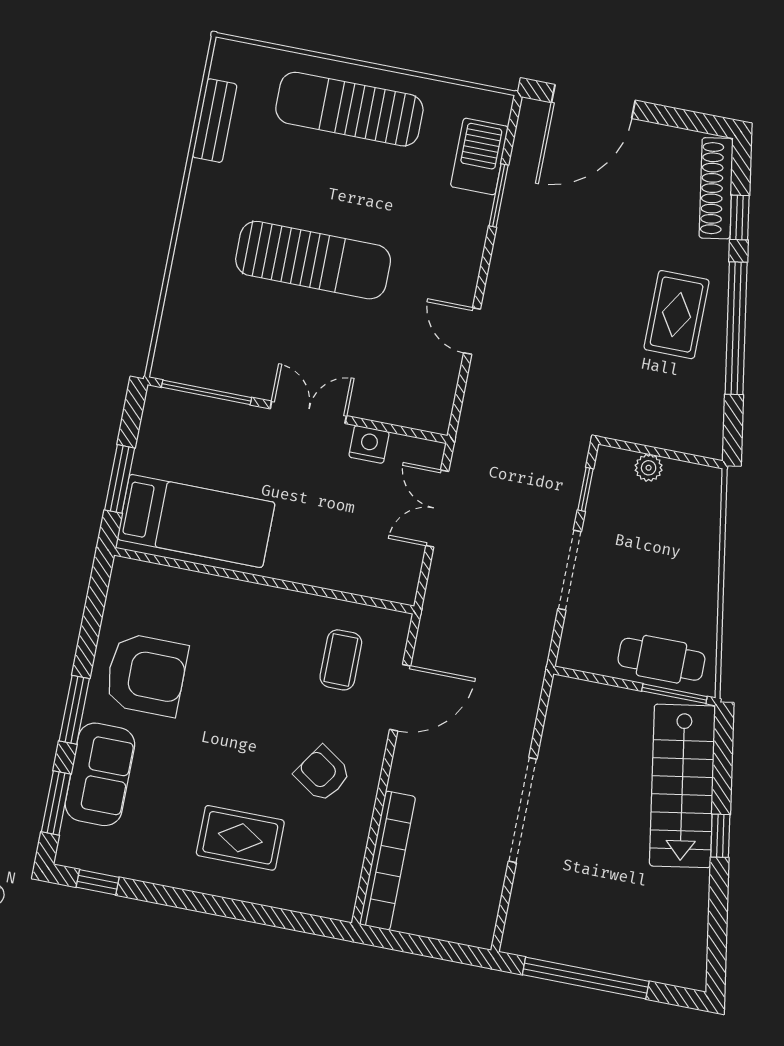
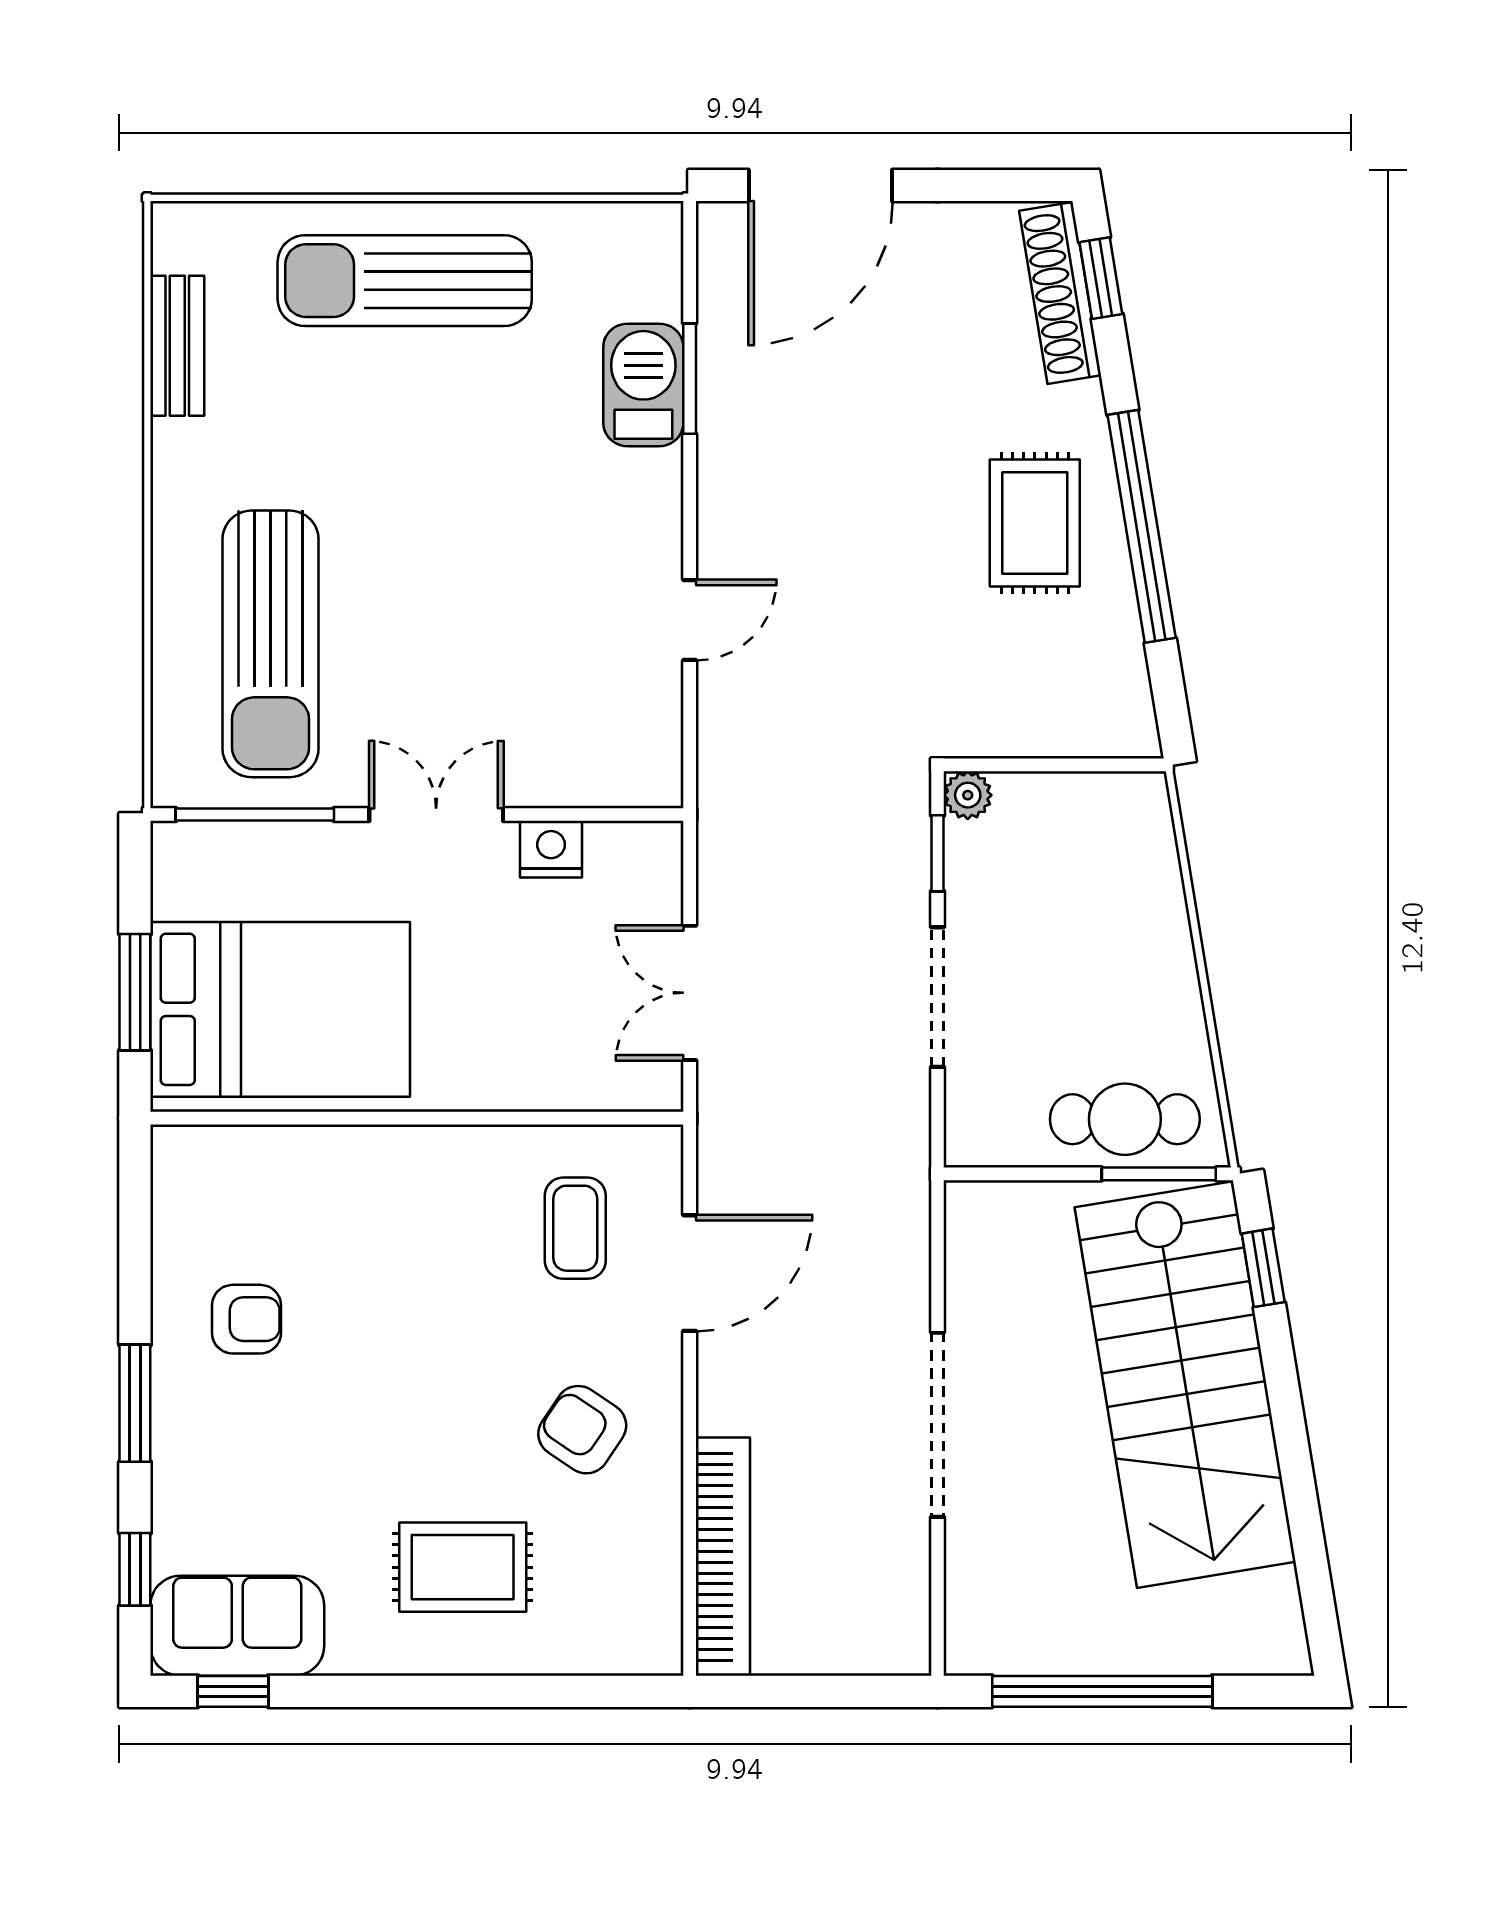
barbecue: (479, 156) -> (643, 385), moved
window: (740, 218) -> (1101, 278), moved
sun lounger: (313, 260) -> (271, 644), moved, turned 90
door: (472, 331) -> (690, 620), swing flipped
plant: (649, 468) -> (968, 795), moved
double door: (437, 509) -> (690, 993), moved
bed: (196, 521) -> (280, 1009), width x1.50
armchair: (146, 675) -> (246, 1319), width x0.53, depth x0.53
sofa: (100, 774) -> (237, 1626), moved, turned -90
stairs: (682, 786) -> (1185, 1385), width x1.36, depth x1.51
window: (56, 803) -> (135, 1569), width x0.67
window: (720, 836) -> (1263, 1268), moved

